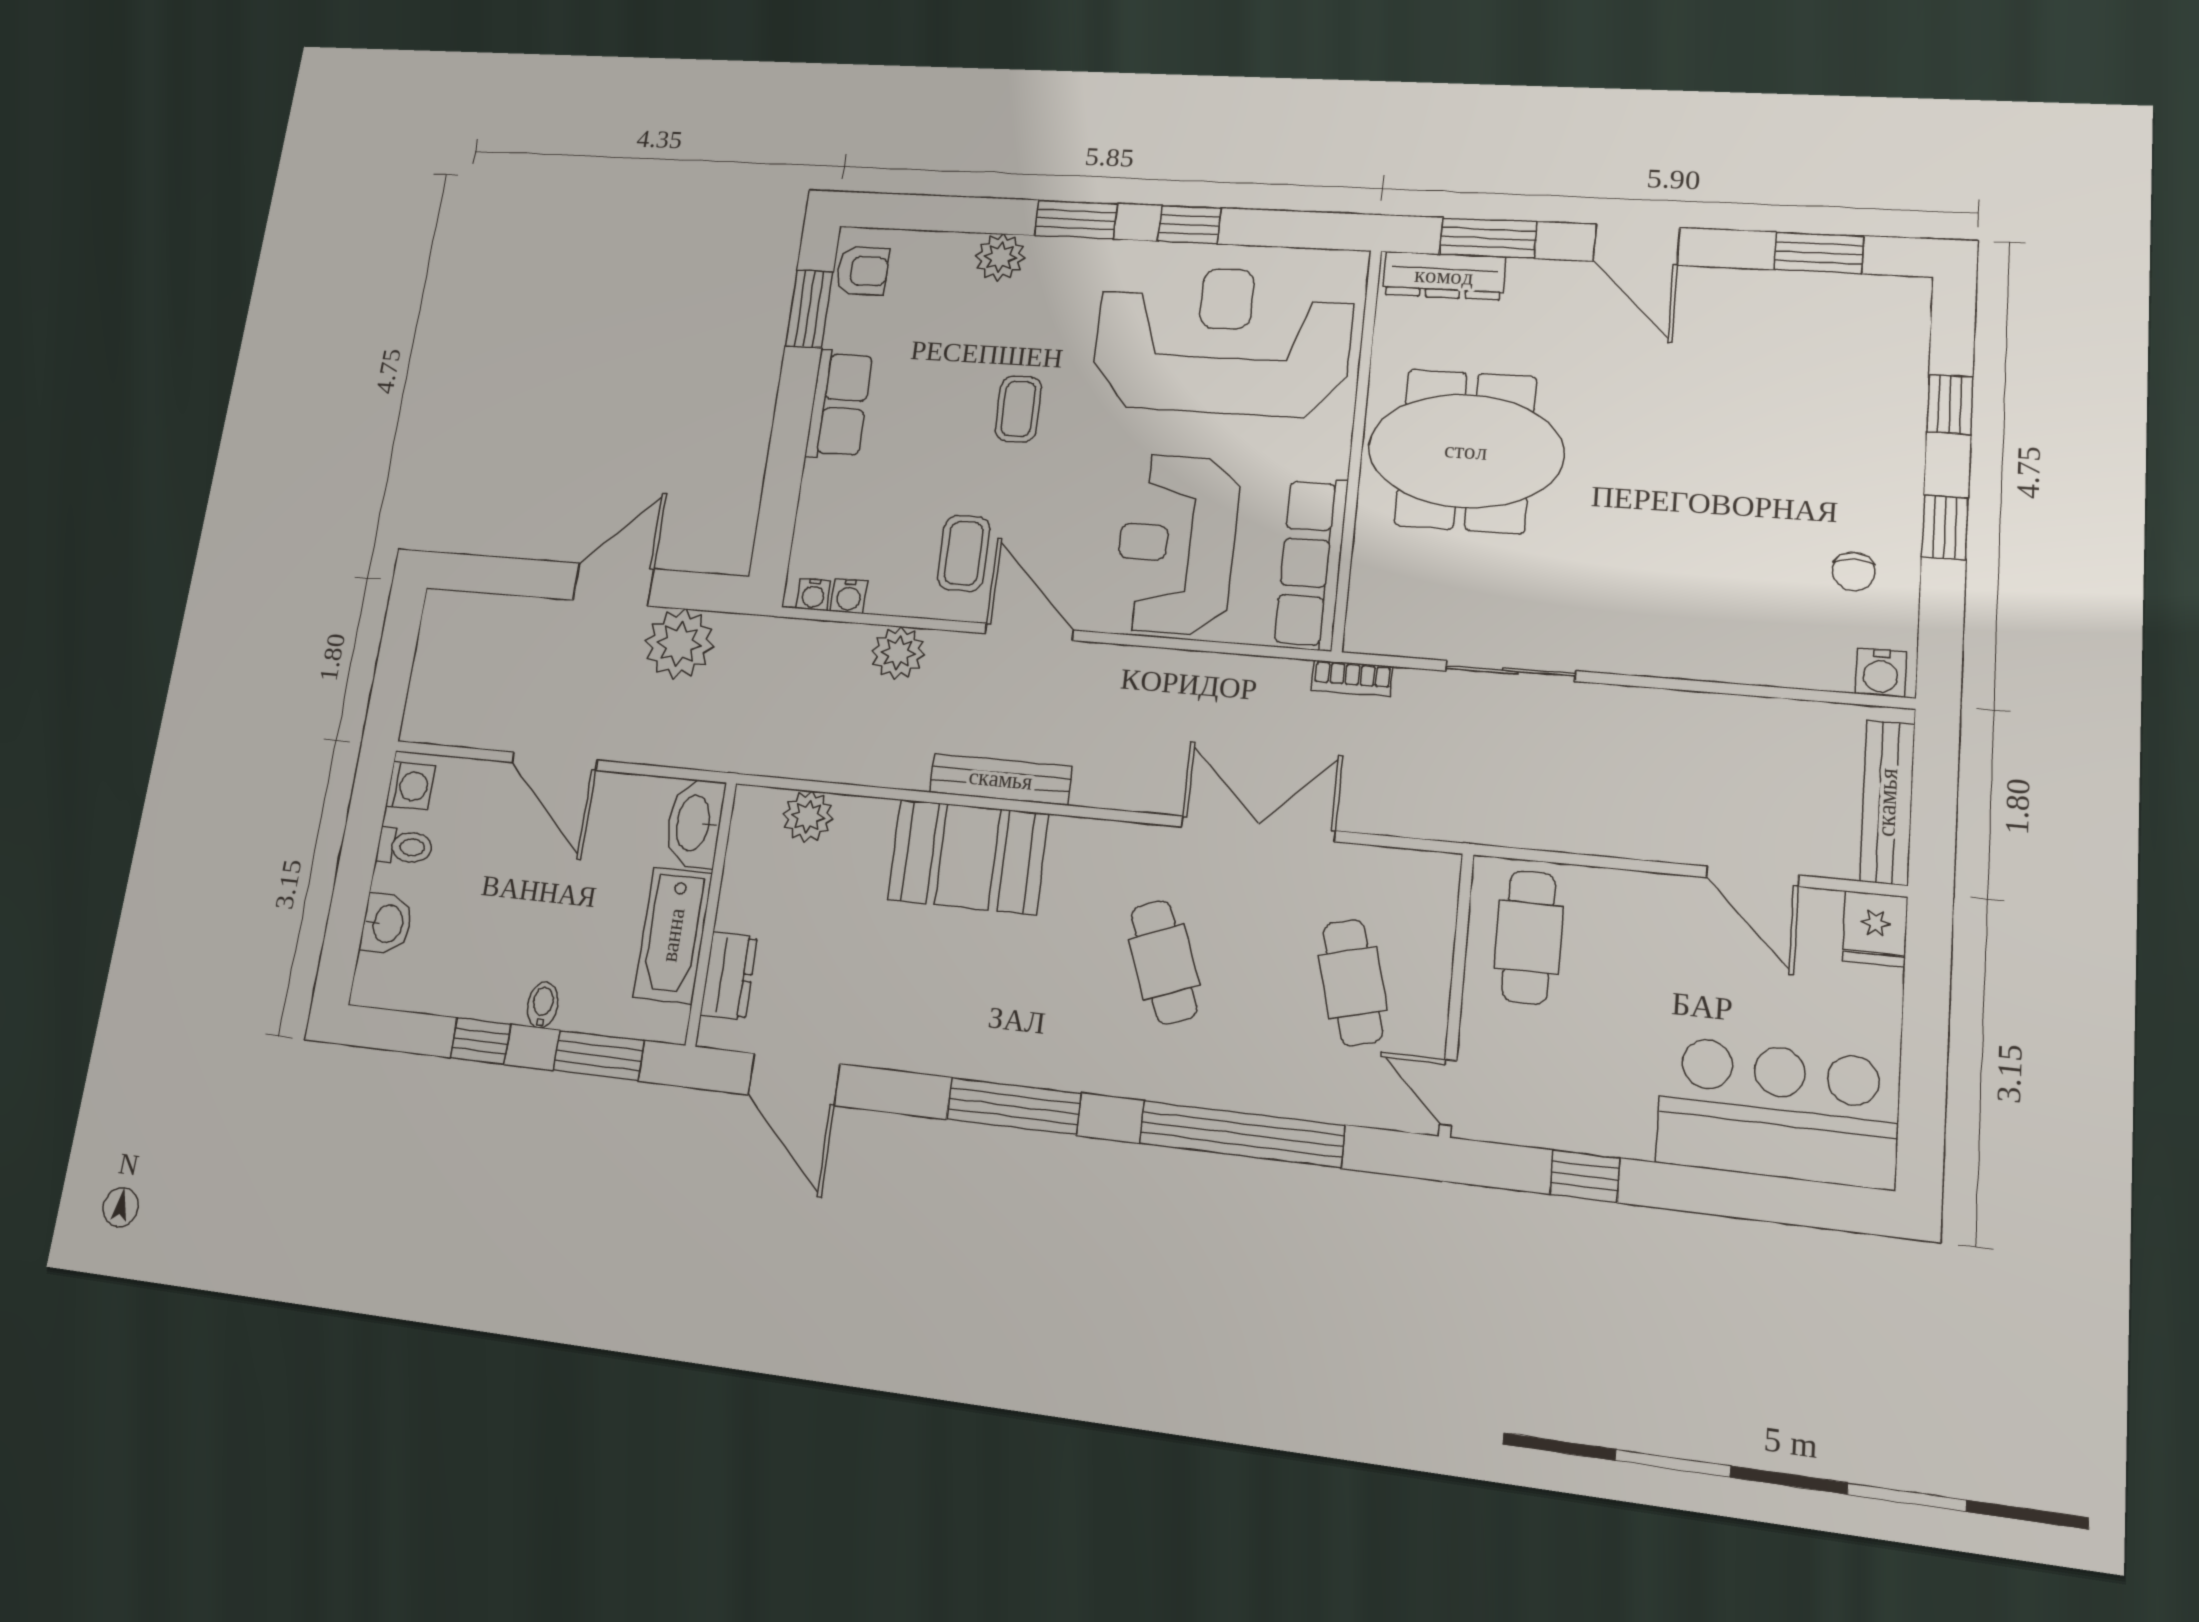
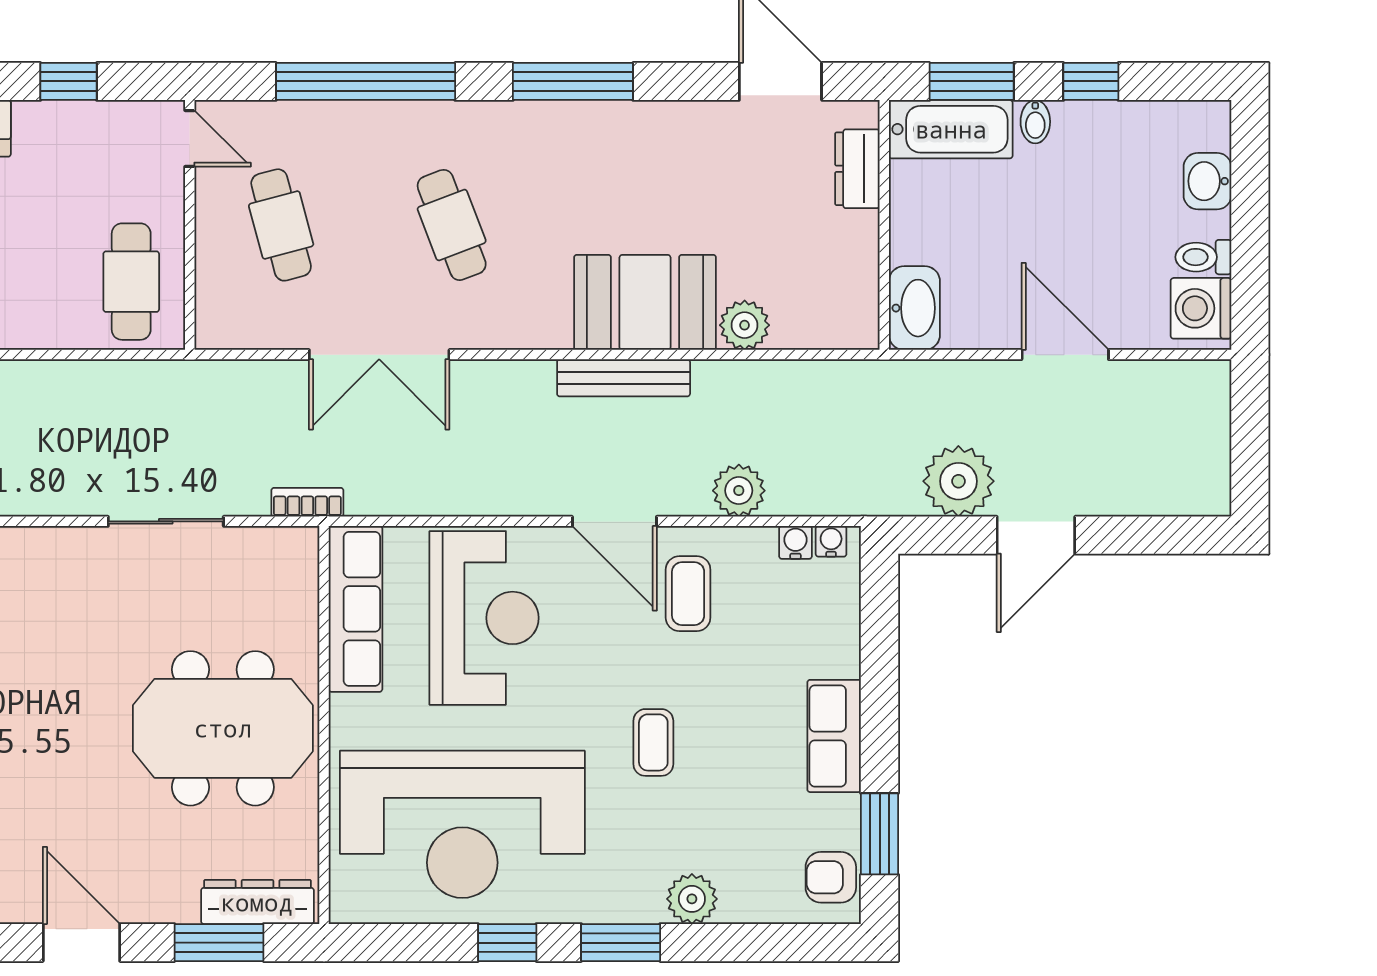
washing machine: (410, 786) -> (1201, 308), width x1.38, depth x1.38
plant: (808, 817) -> (745, 325), moved
bathtub: (673, 935) -> (951, 129), moved, turned 90

